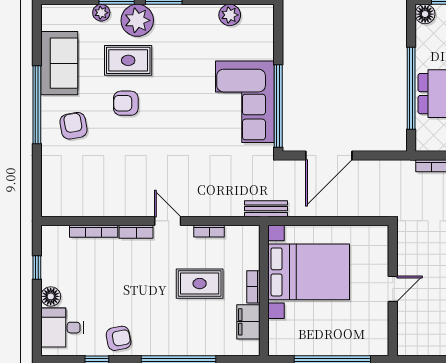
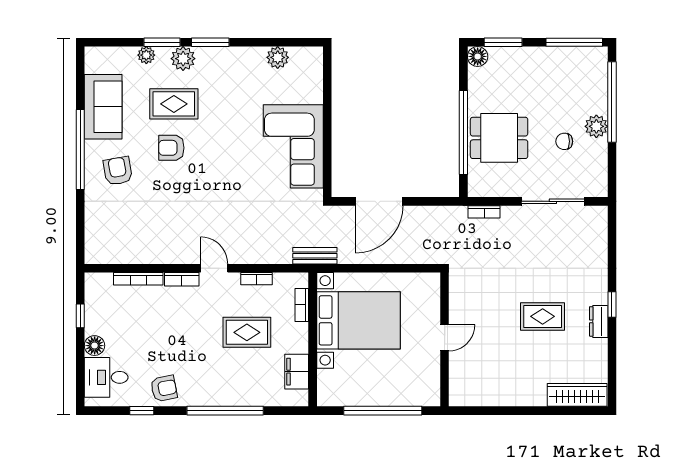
plant: (137, 20) -> (183, 59), width x0.73, depth x0.73
window: (278, 106) -> (327, 151), removed
bookcase: (253, 287) -> (302, 305), moved

